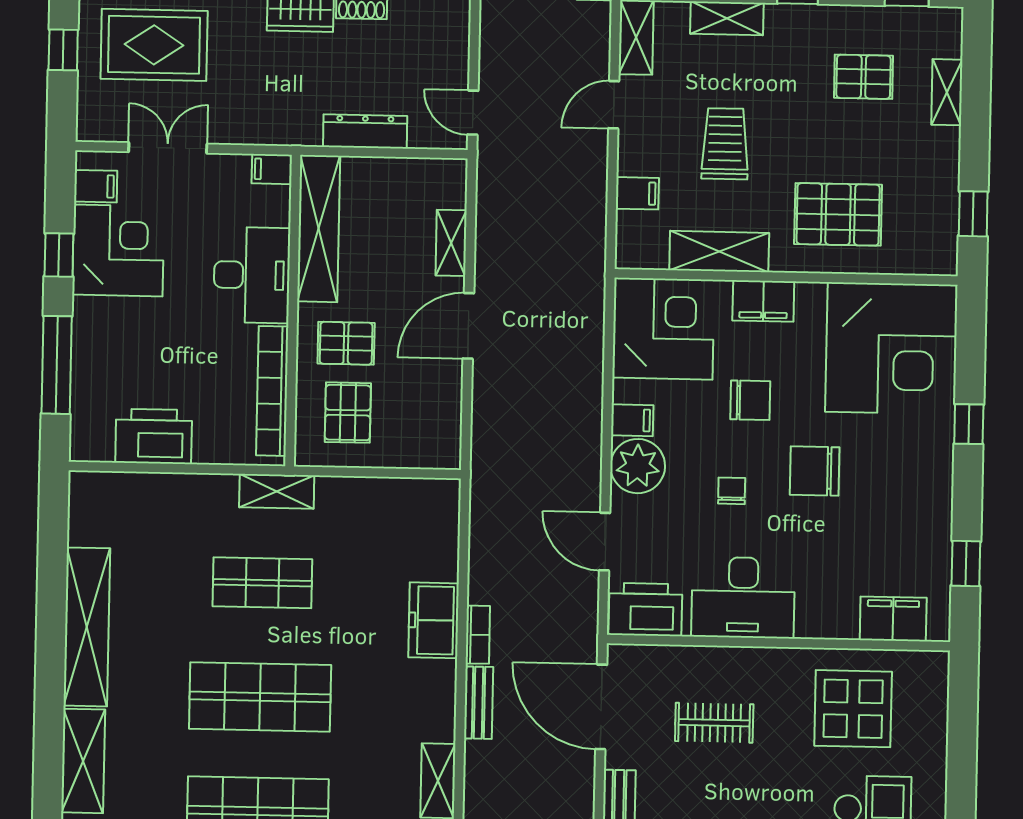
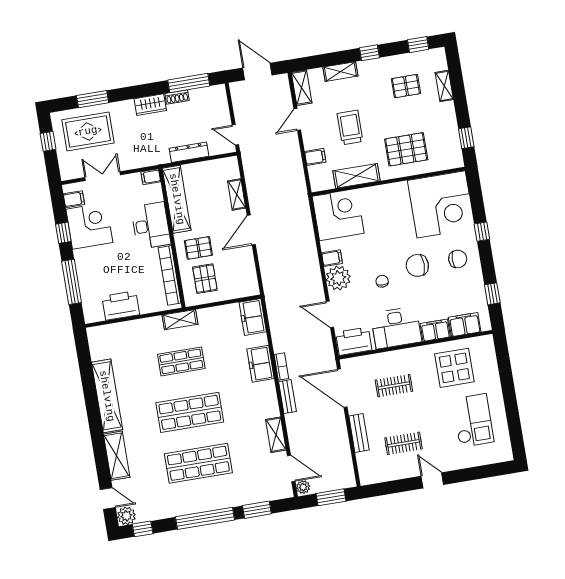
filing cabinet: (763, 301) -> (435, 330), moved, turned 180
chair: (750, 400) -> (458, 259), moved
freezer: (436, 515) -> (253, 317), added

